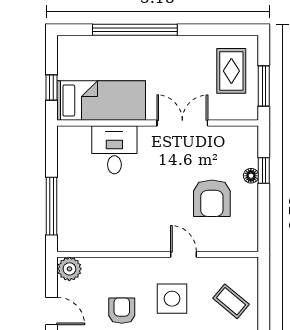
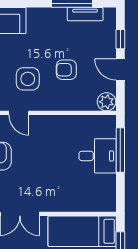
desk: (114, 150) -> (98, 156), moved, turned -90
armchair: (122, 311) -> (66, 70), turned 90

